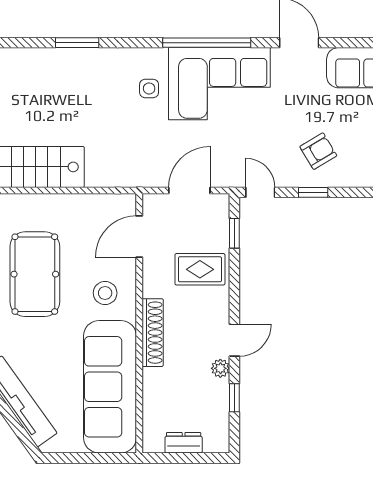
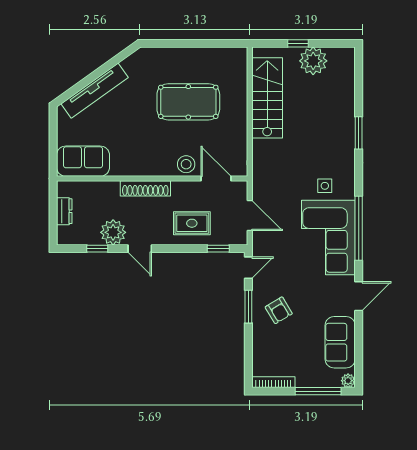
window: (313, 192) -> (248, 307), width x1.50
rug: (200, 269) -> (192, 223), turned 90
stool: (105, 293) -> (186, 164), moved
plant: (220, 368) -> (113, 232), width x1.88, depth x1.88
sofa: (110, 387) -> (83, 161), width x0.54, depth x0.79

